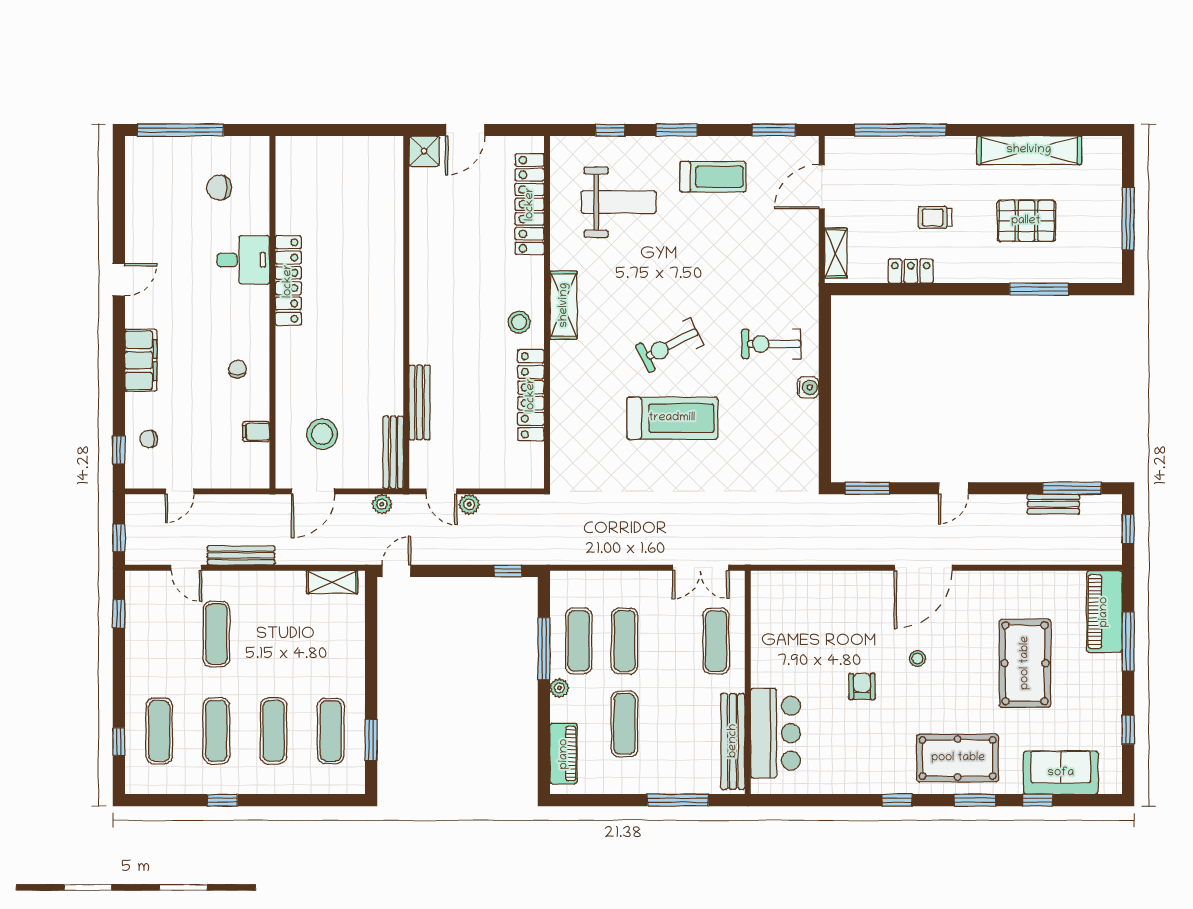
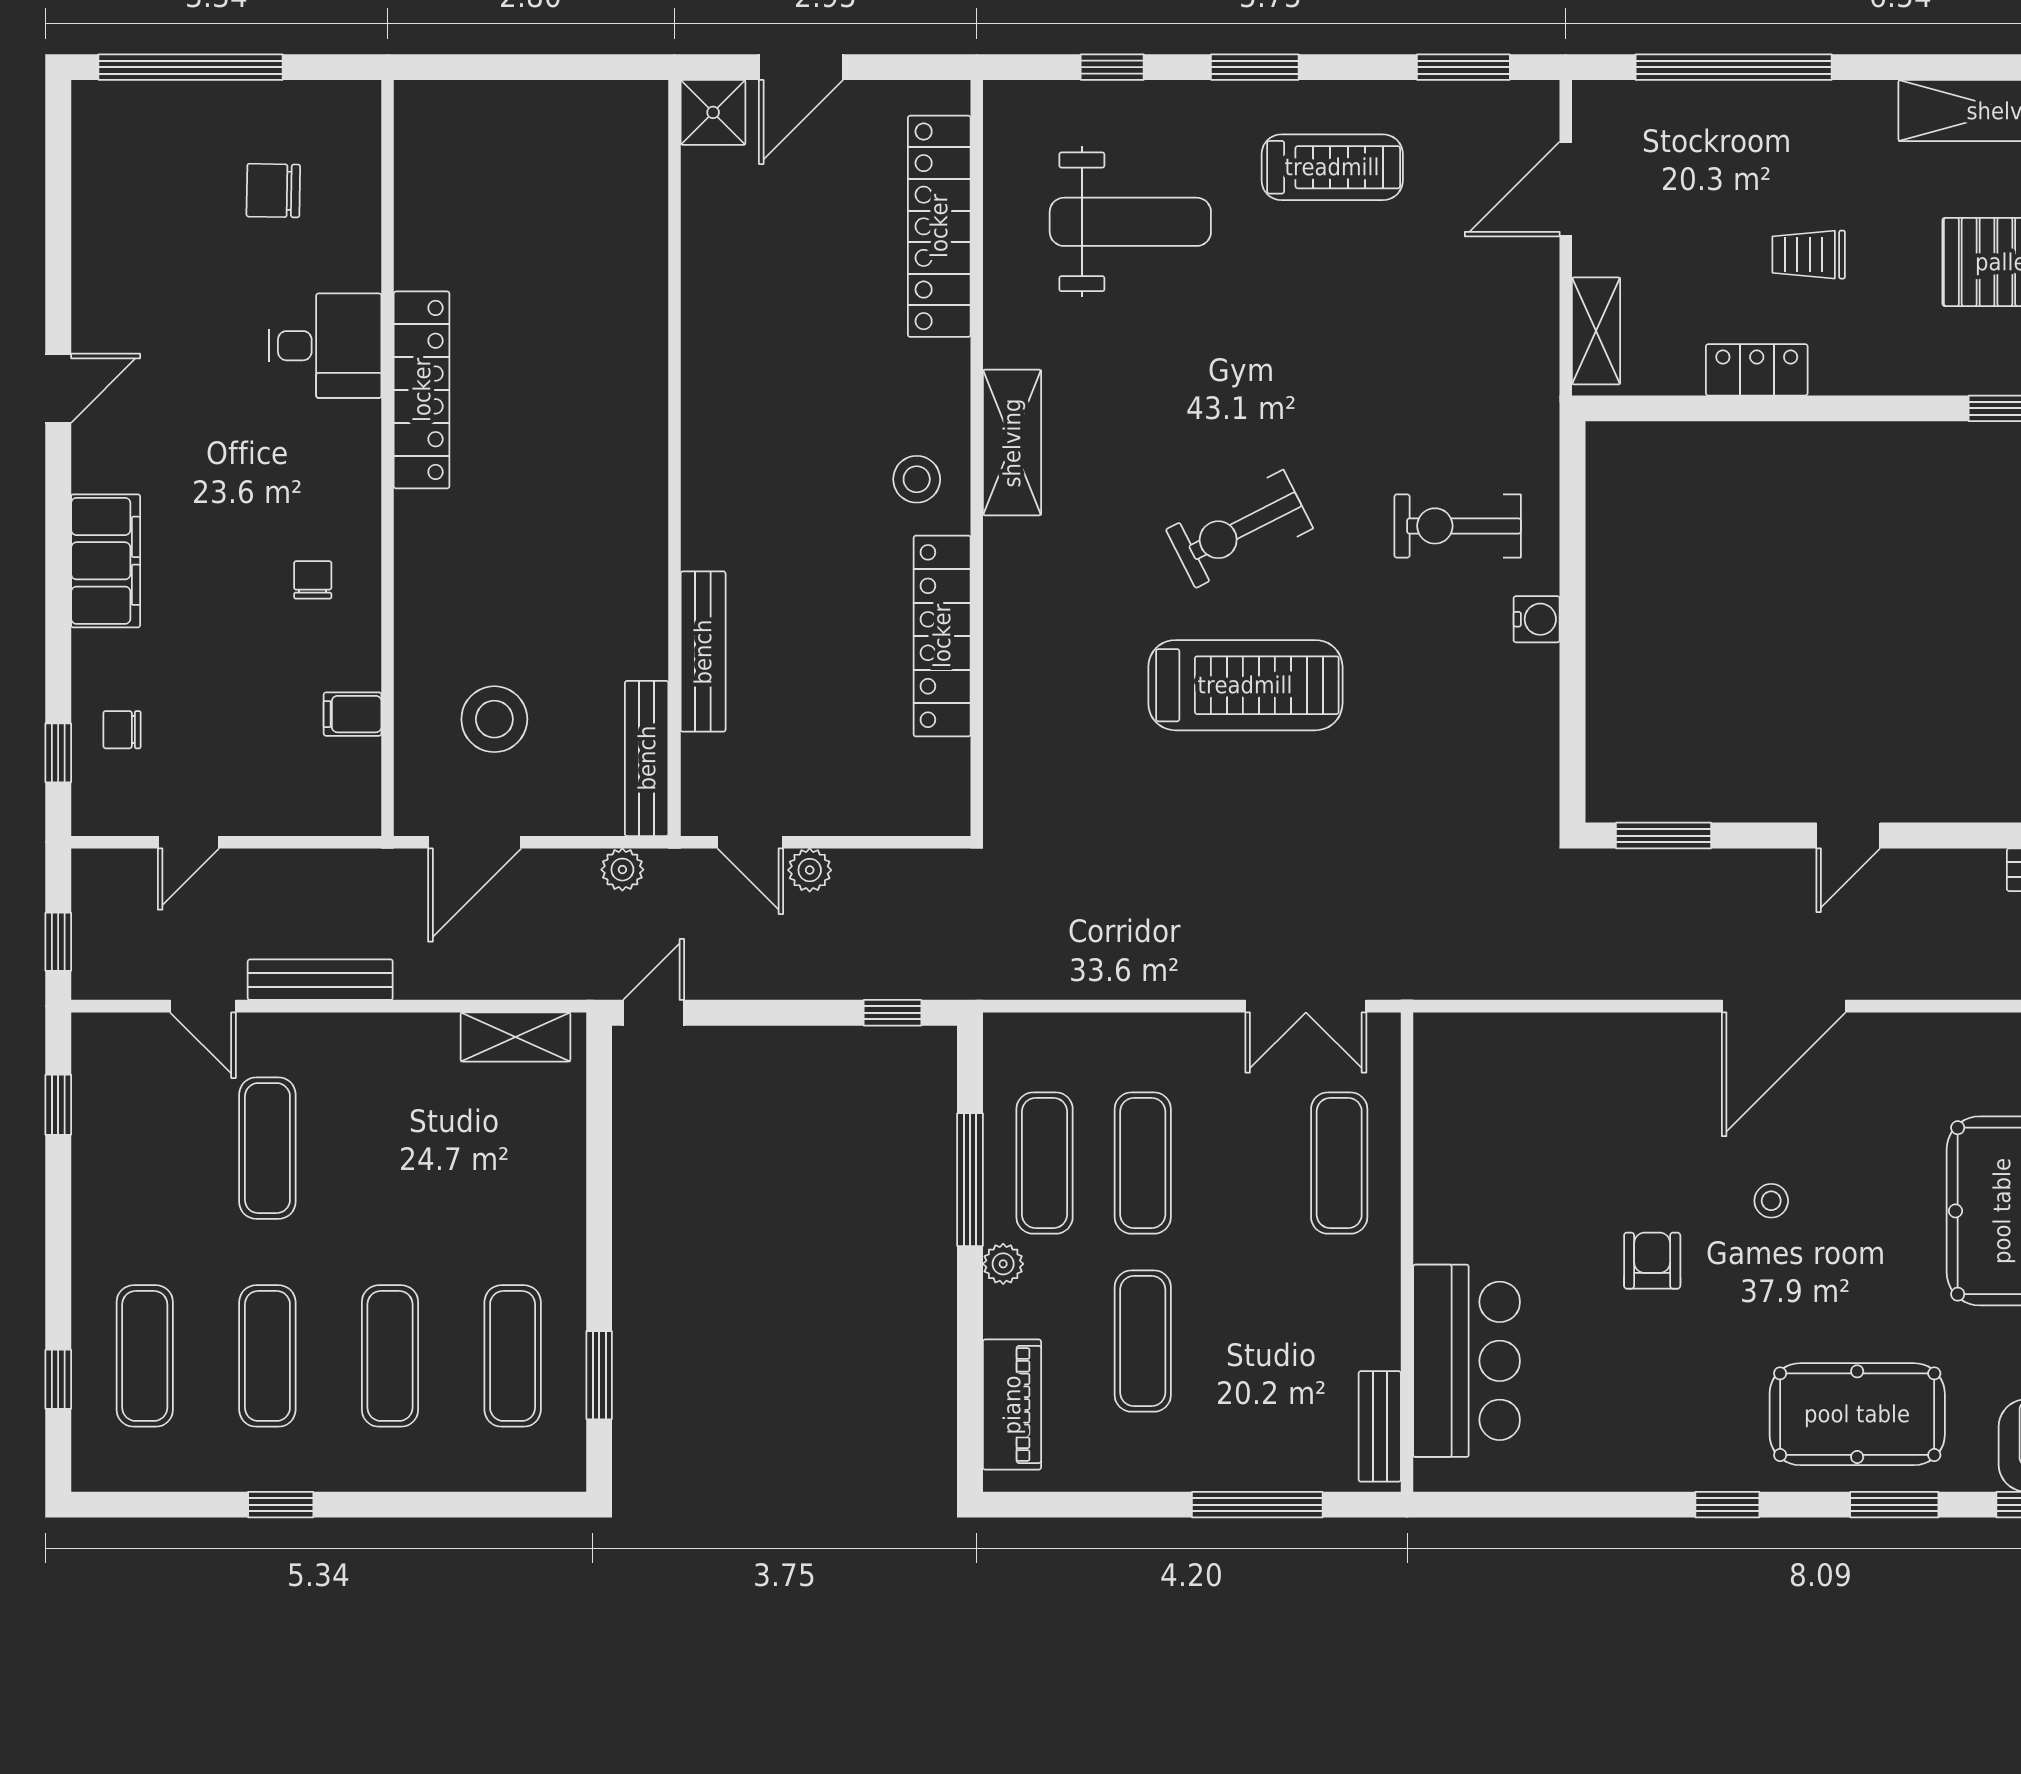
bench: (733, 741) -> (1380, 1426), width x0.54, depth x0.82

